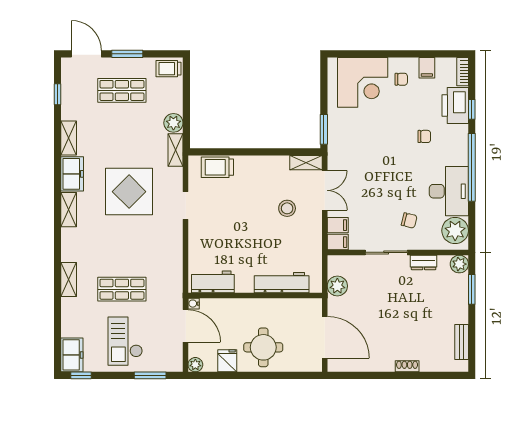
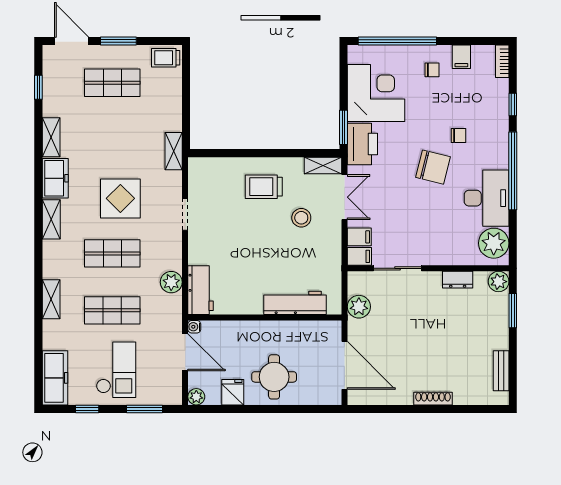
window: (371, 54) -> (397, 41), added
corner desk: (363, 82) -> (376, 93), moved, turned -90
printer: (455, 105) -> (362, 144), moved, turned 180
plant: (173, 123) -> (171, 282), moved
trolley: (217, 167) -> (264, 187), moved
display table: (129, 192) -> (120, 198), width x0.73, depth x0.73
chair: (409, 220) -> (433, 167), moved, width x1.87, depth x1.87
shop shelf: (122, 239) -> (112, 253), added
sliding door: (386, 252) -> (398, 268), moved
workbench: (213, 282) -> (201, 290), moved, turned 90
checkout: (125, 341) -> (116, 370), turned 180
freezer: (72, 355) -> (55, 378), width x1.40
shoe rack: (407, 366) -> (433, 399), width x1.43
window: (81, 375) -> (87, 409), moved

